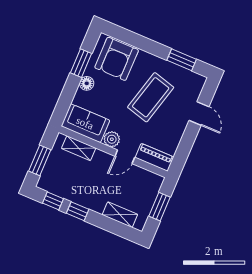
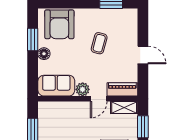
coffee table: (151, 97) -> (99, 43), width x0.54, depth x0.58
door: (199, 113) -> (143, 55), moved
shelving: (79, 148) -> (124, 108), moved

